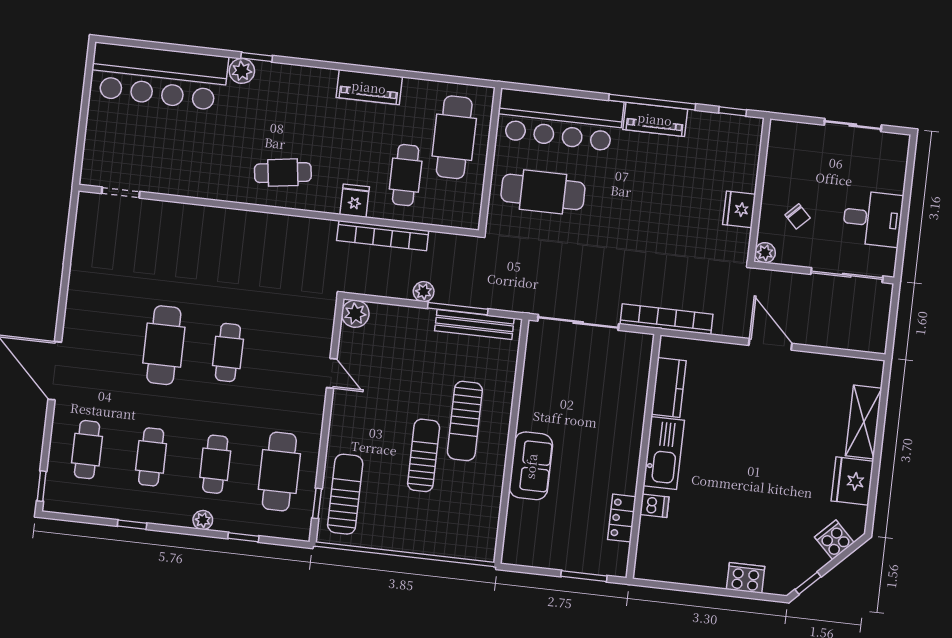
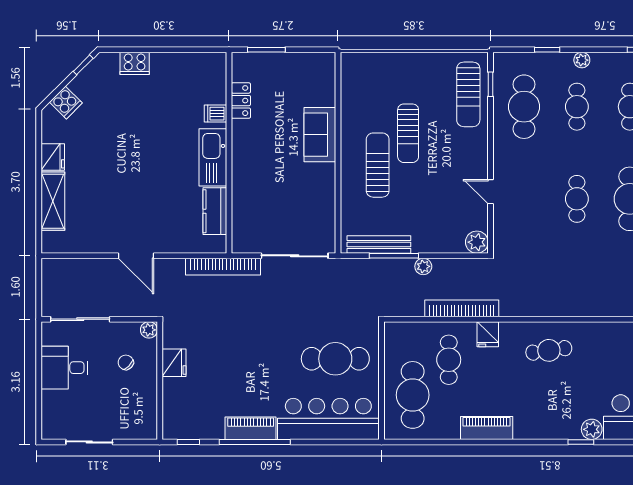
fridge: (852, 481) -> (53, 157), width x0.73, depth x0.75

